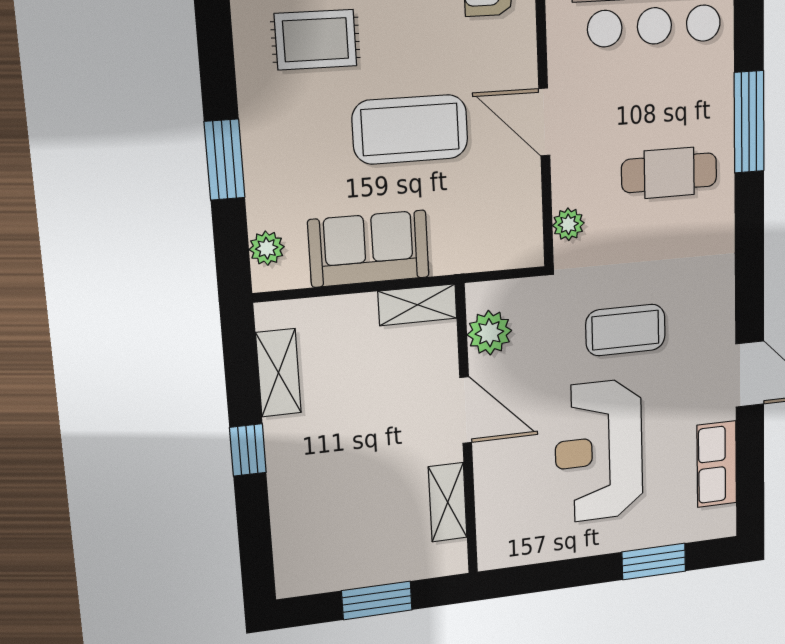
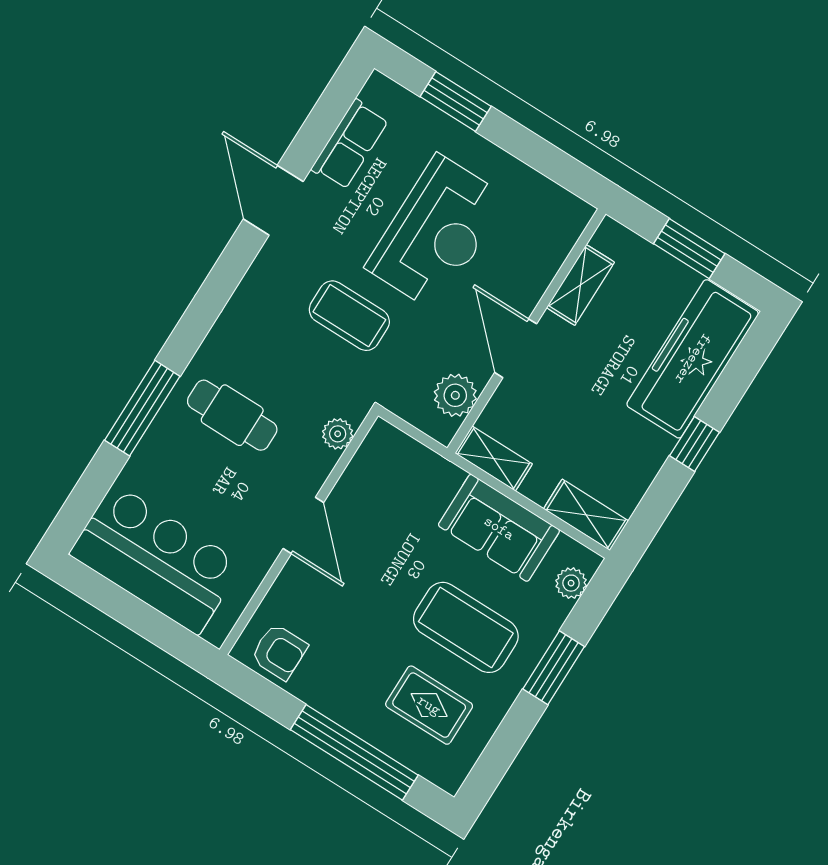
coffee table: (410, 129) -> (466, 627), moved
shelving: (278, 373) -> (586, 515), moved, turned 90
freezer: (305, 517) -> (693, 359), added

